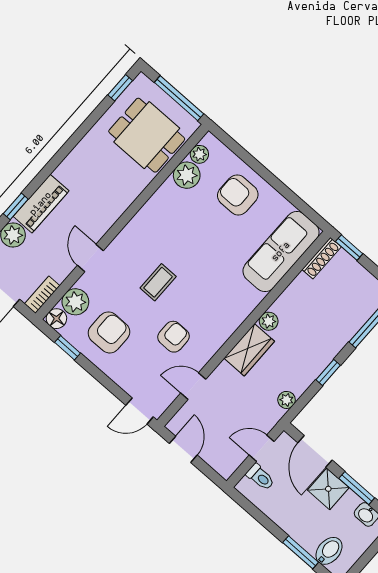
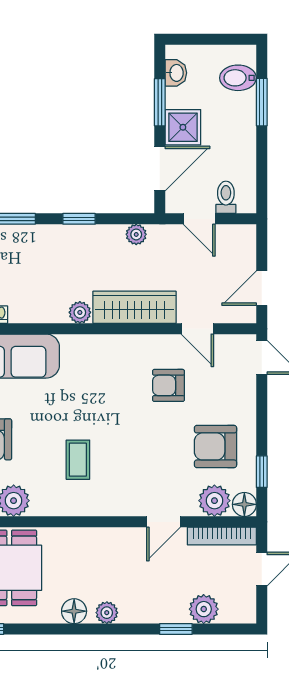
floor lamp: (83, 152) -> (74, 611), added
plant: (64, 172) -> (107, 613), added
piano: (41, 204) -> (153, 609), removed
coffee table: (158, 282) -> (78, 460), moved, turned 90
bookcase: (42, 295) -> (222, 536), width x1.56
wardrobe: (249, 350) -> (135, 307), width x1.50

